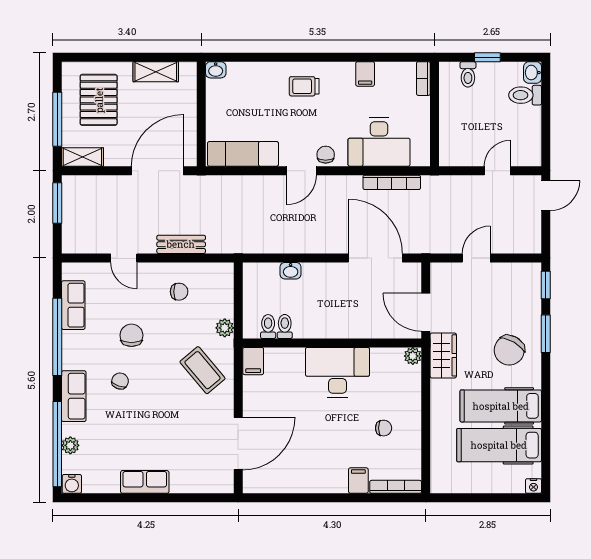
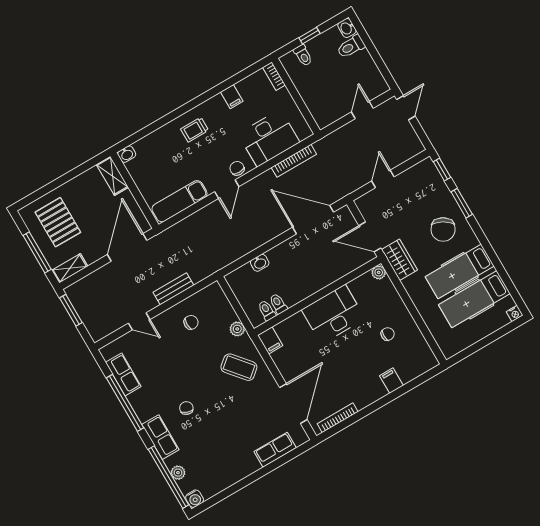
shelving: (156, 72) -> (112, 176), moved, turned 90
chair: (131, 335) -> (176, 372), removed
row of seats: (145, 482) -> (275, 450), moved
bookcase: (396, 487) -> (338, 418), moved

